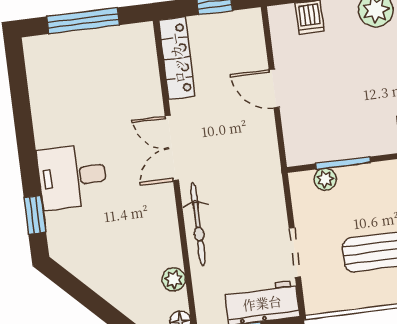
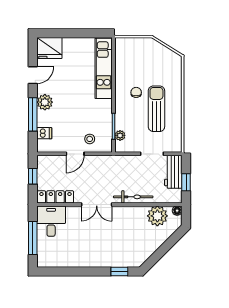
stool: (310, 115) -> (90, 139), added
desk: (72, 177) -> (51, 221), moved, turned 180
plant: (174, 279) -> (157, 216), width x1.87, depth x1.87

